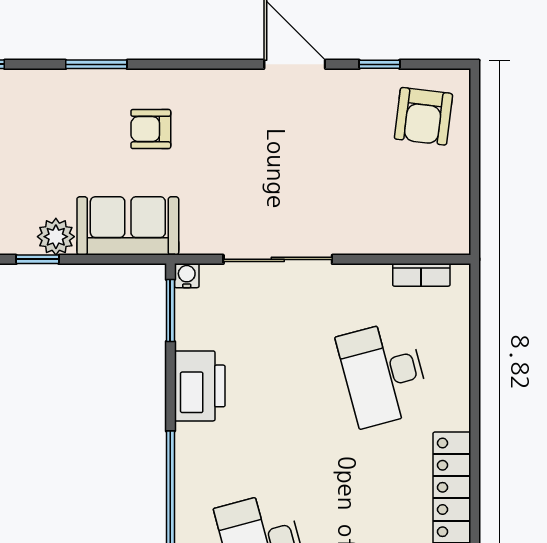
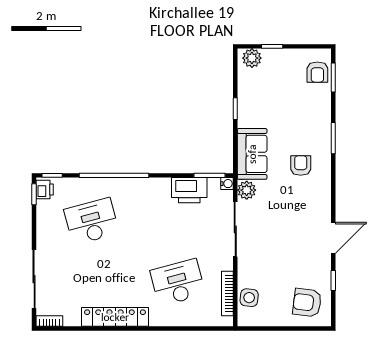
side table: (414, 232) -> (249, 298), added
plant: (56, 237) -> (247, 190), moved
bookcase: (421, 275) -> (227, 293), width x1.56
printer: (200, 386) -> (189, 190), moved

